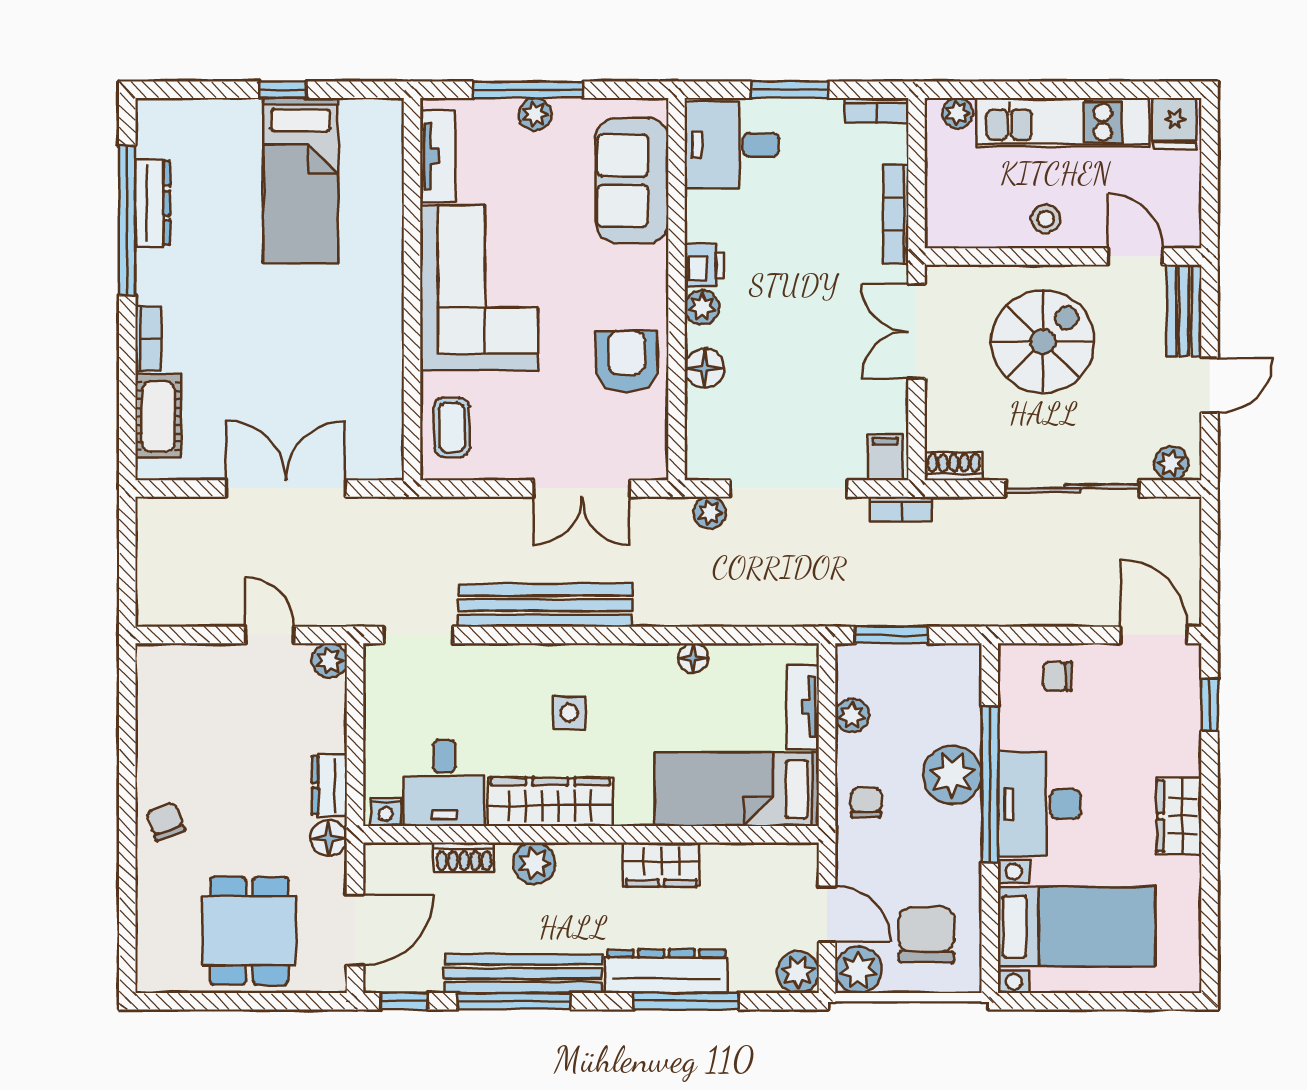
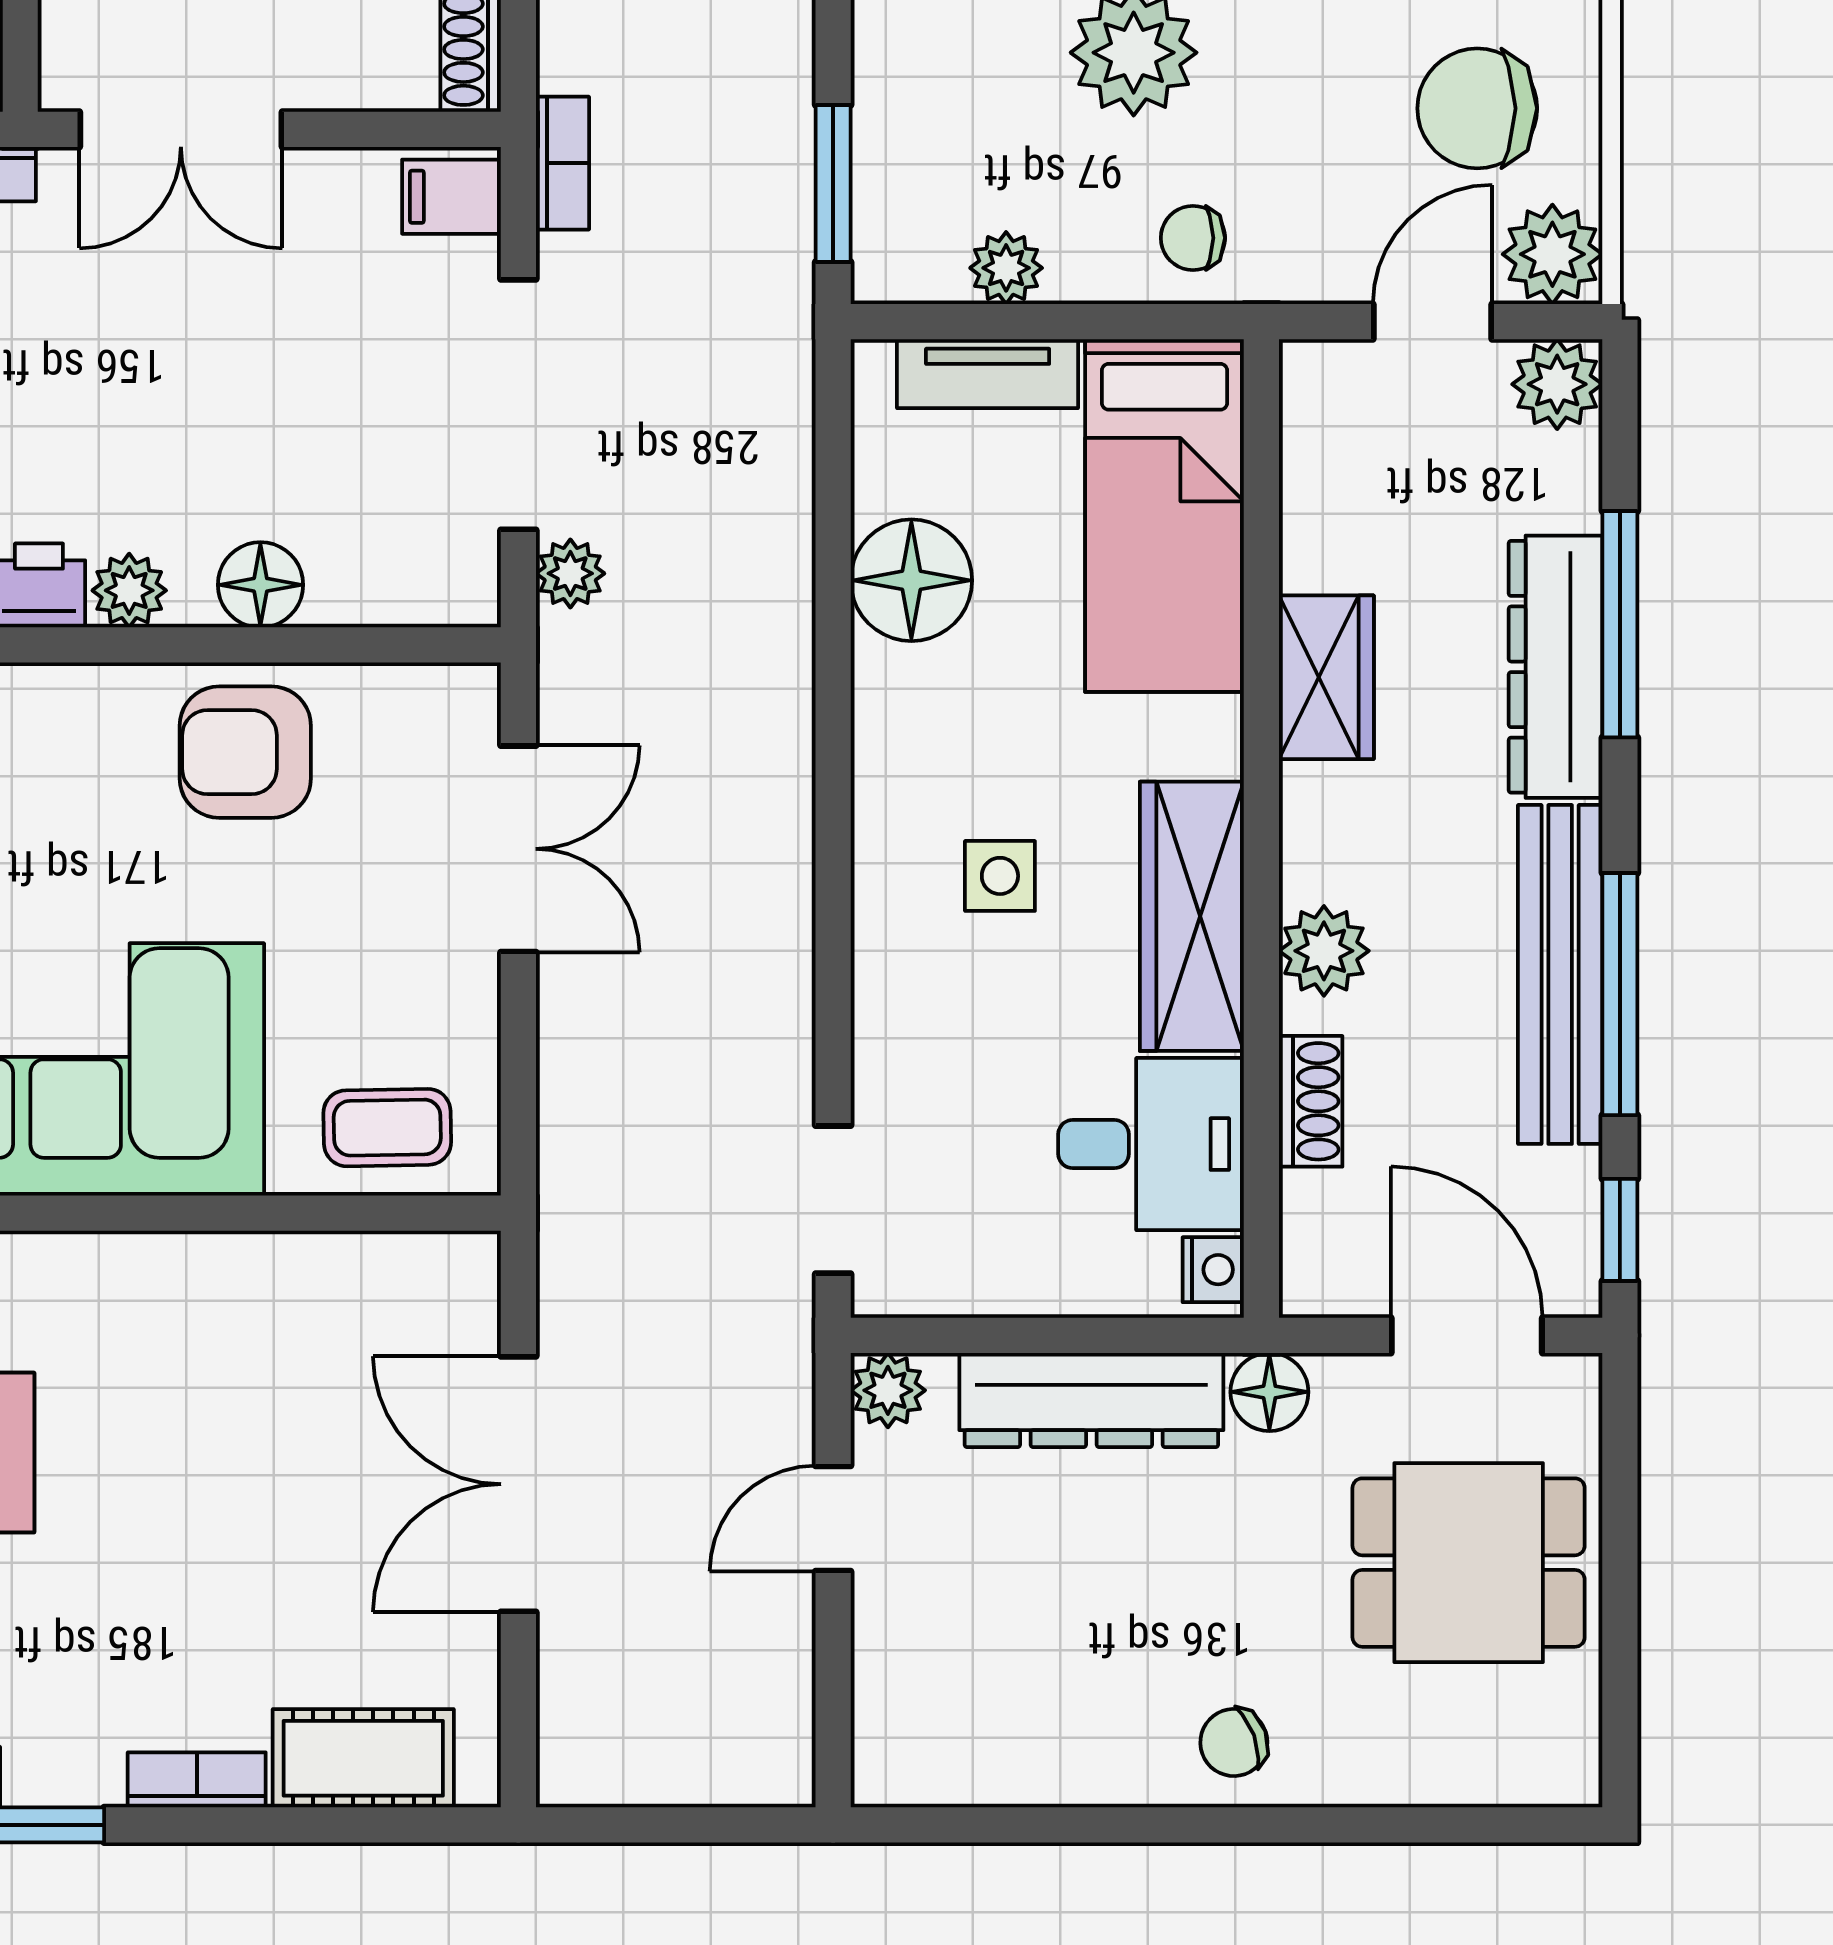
bench: (545, 605) -> (769, 927), removed
floor lamp: (693, 658) -> (911, 580), width x1.89, depth x1.89
dresser: (329, 785) -> (1091, 1400), width x1.96, depth x1.24

